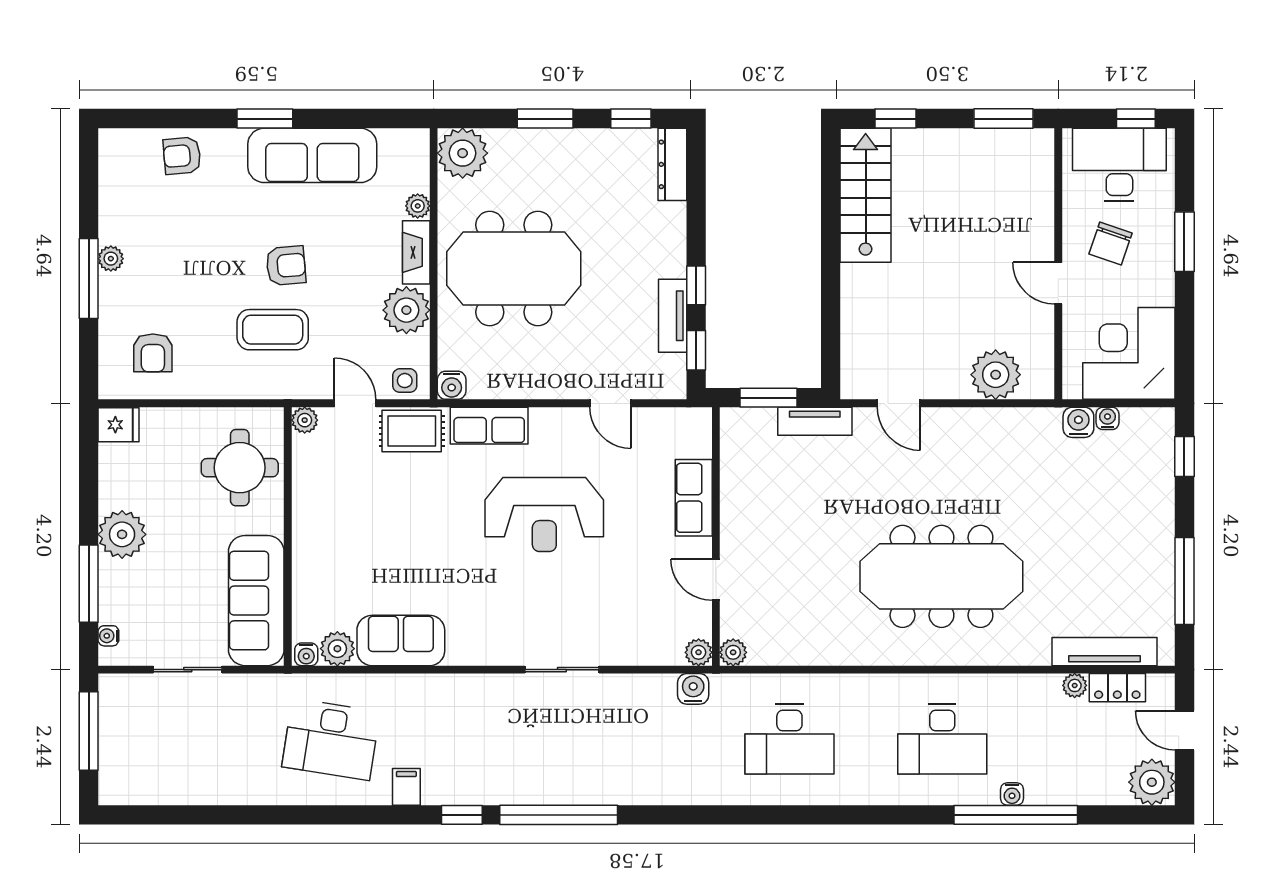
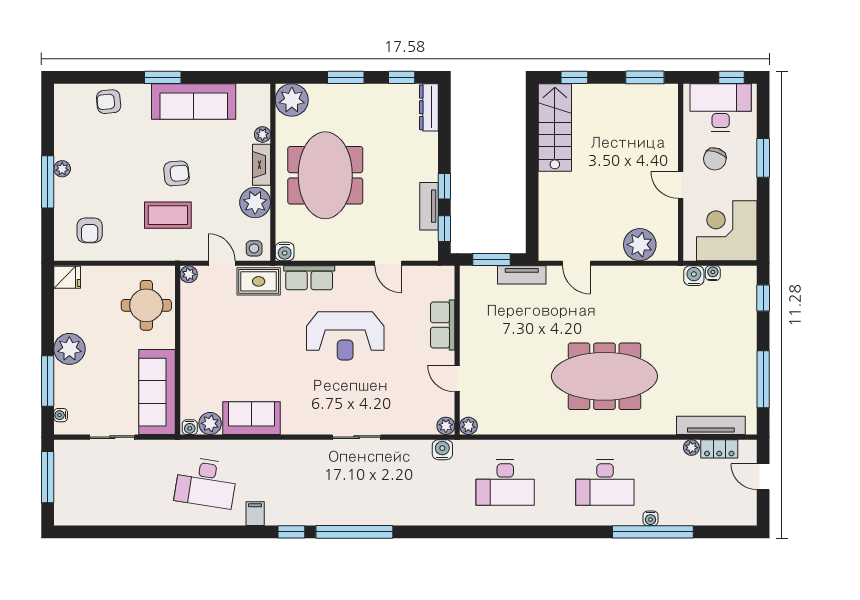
meeting table: (514, 268) -> (325, 175), turned 90
plant: (1152, 782) -> (742, 511), removed

